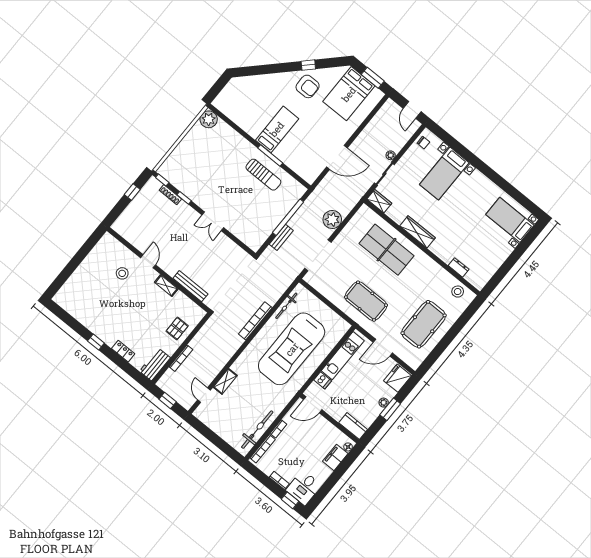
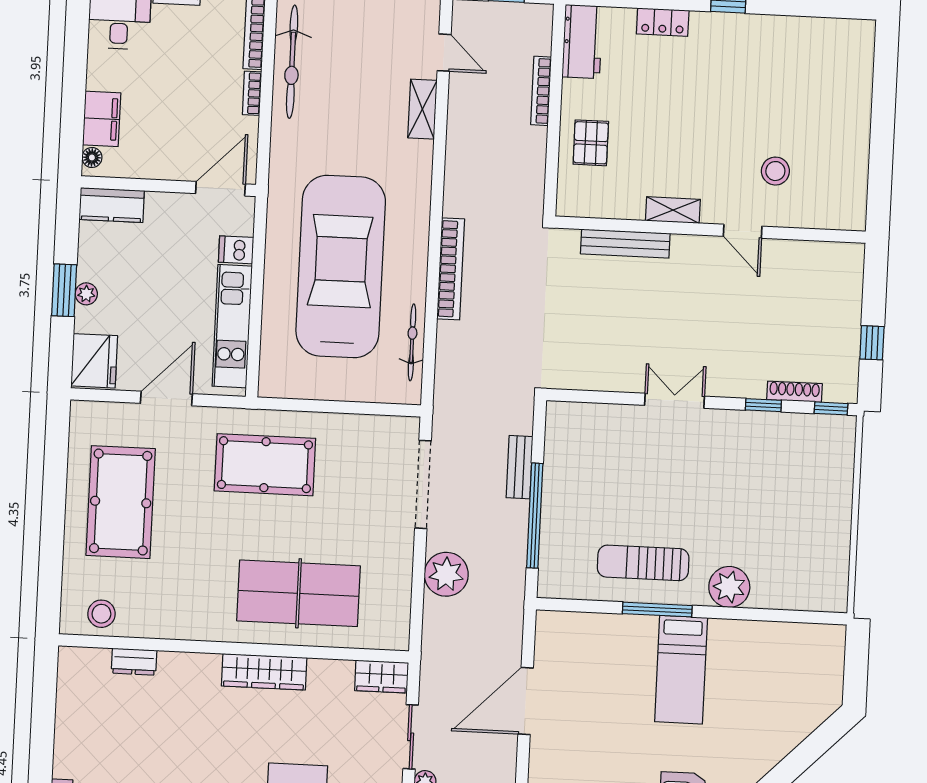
plant: (209, 119) -> (729, 587), moved

